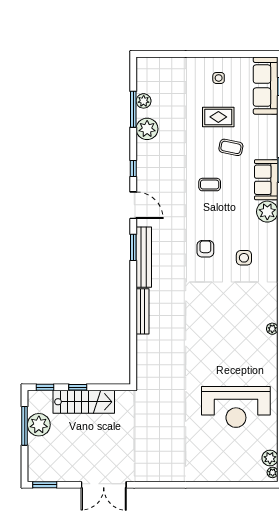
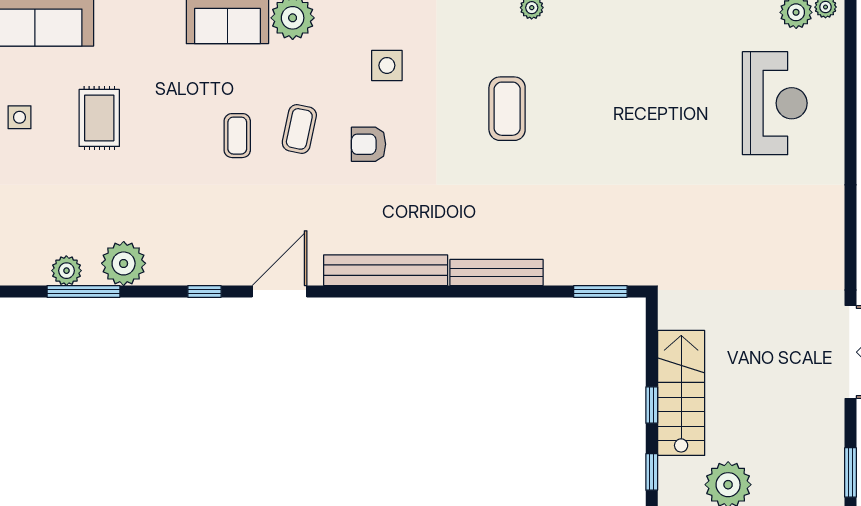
coffee table: (231, 147) -> (299, 129), moved
window: (133, 247) -> (600, 291), moved
coffee table: (223, 317) -> (507, 109), added
reception desk: (236, 407) -> (775, 103), moved, width x0.74, depth x0.77

